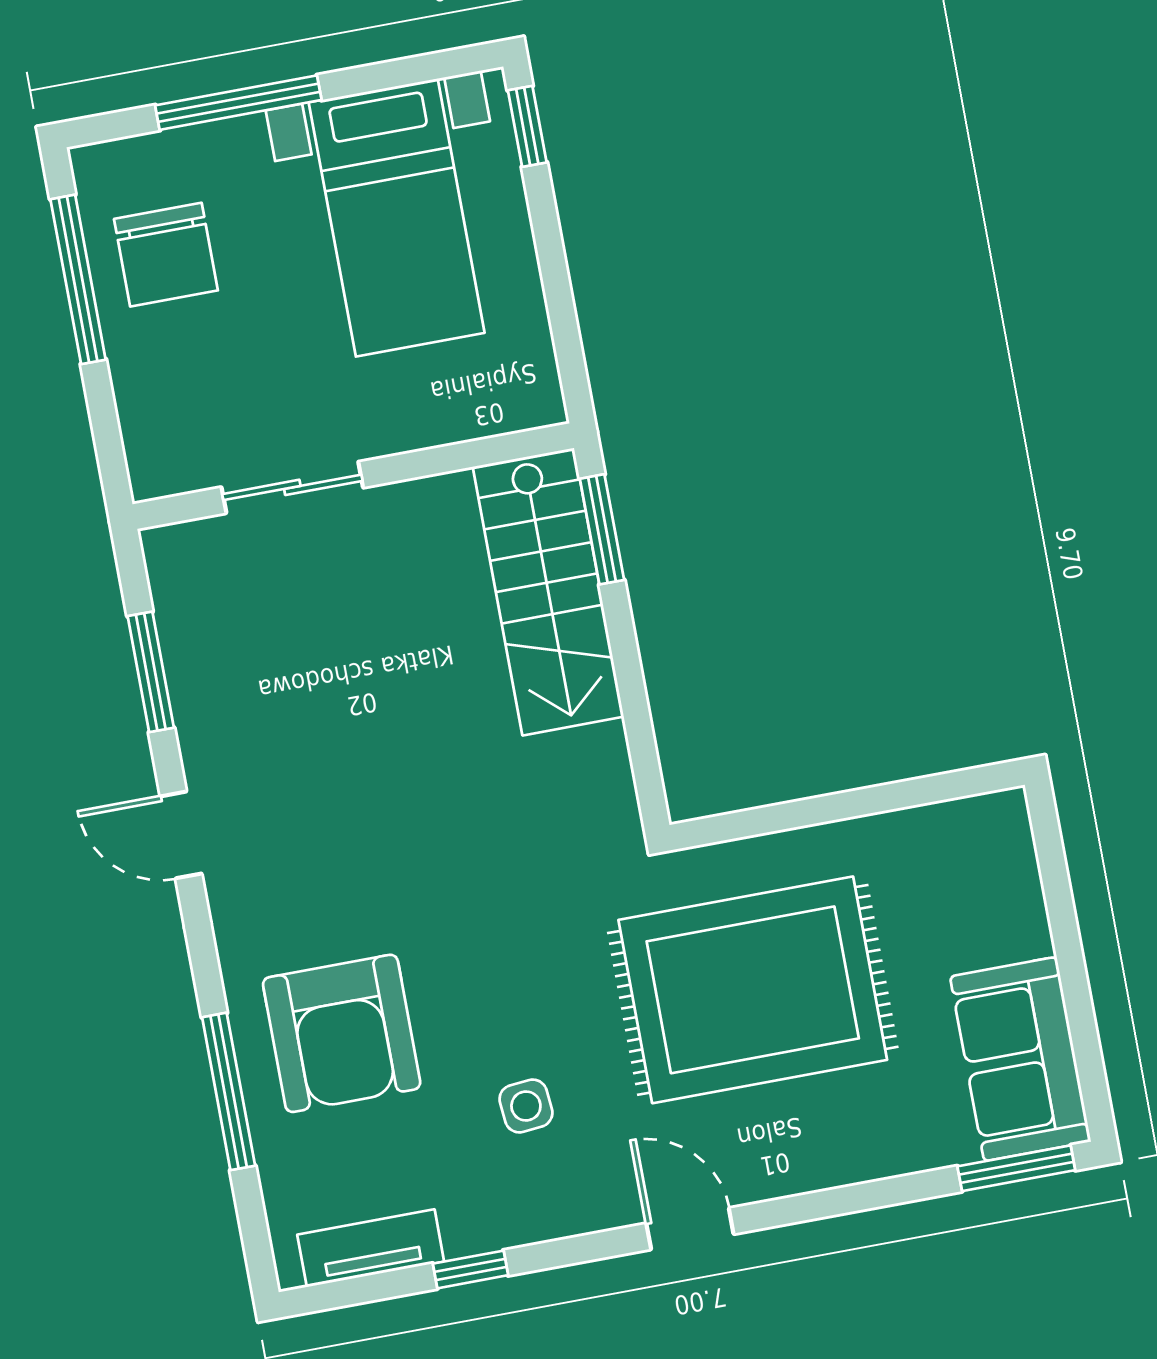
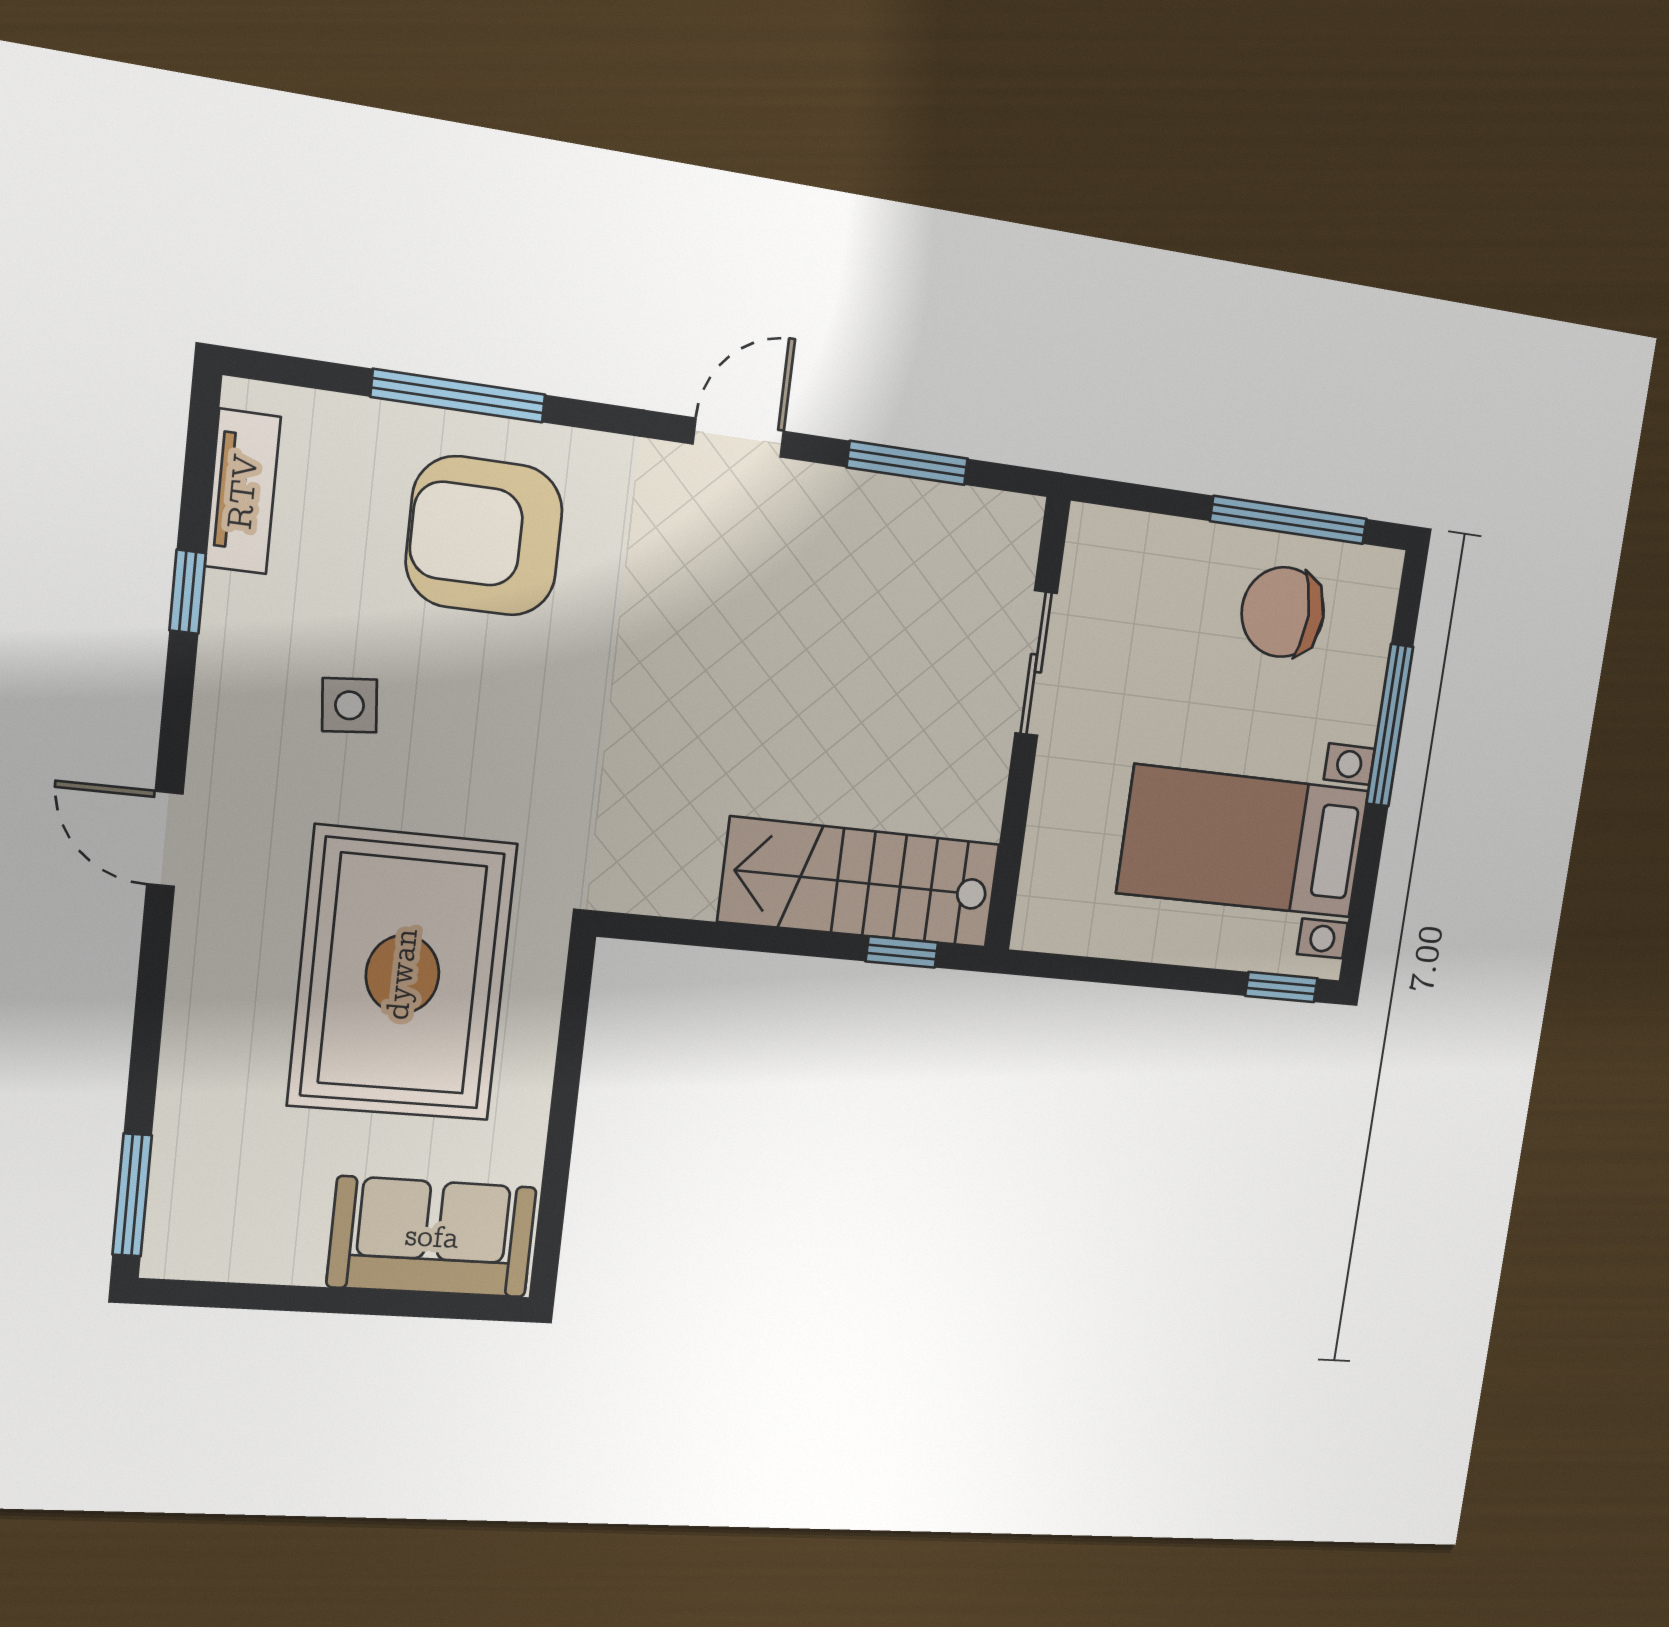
window: (602, 529) -> (902, 952), width x0.67
sofa: (1020, 1059) -> (432, 1237), moved
door: (690, 1229) -> (165, 839), swing flipped

